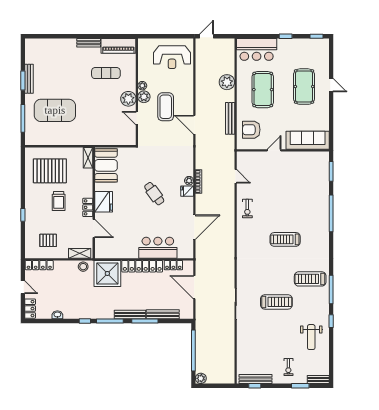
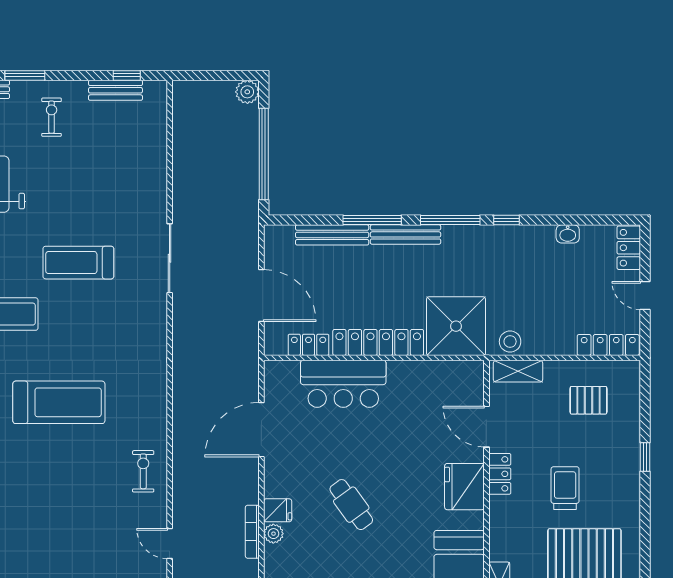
treadmill: (285, 239) -> (59, 402), width x1.37, depth x1.38
bench: (255, 379) -> (115, 90), width x0.73

